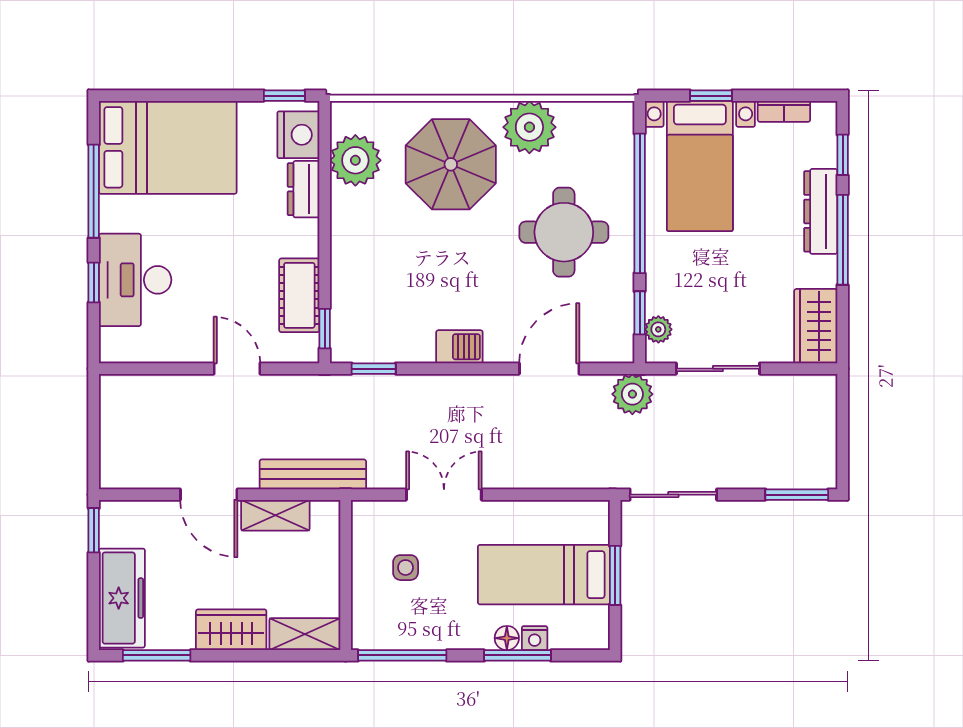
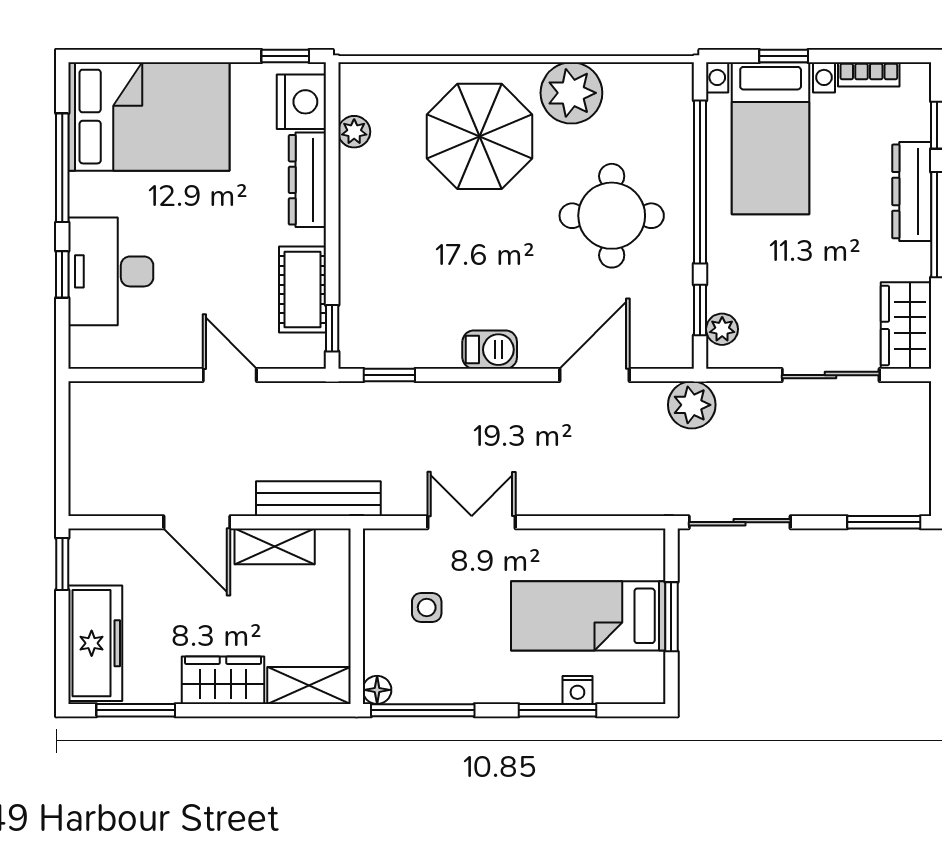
plant: (355, 160) -> (354, 132), width x0.53, depth x0.53
dresser: (303, 189) -> (307, 180), width x1.44
sliding door: (718, 369) -> (831, 375), moved
floor lamp: (507, 638) -> (377, 690), moved

